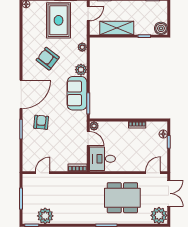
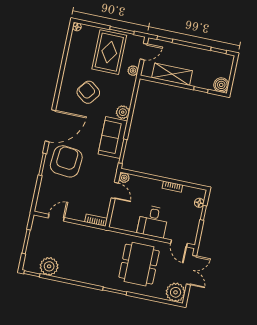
plant: (82, 47) -> (133, 71), moved
armchair: (41, 122) -> (66, 161), width x1.88, depth x1.88
desk: (102, 159) -> (153, 221), moved, turned -90
door: (153, 173) -> (179, 243), swing flipped
dining table: (122, 198) -> (139, 264), turned 90

